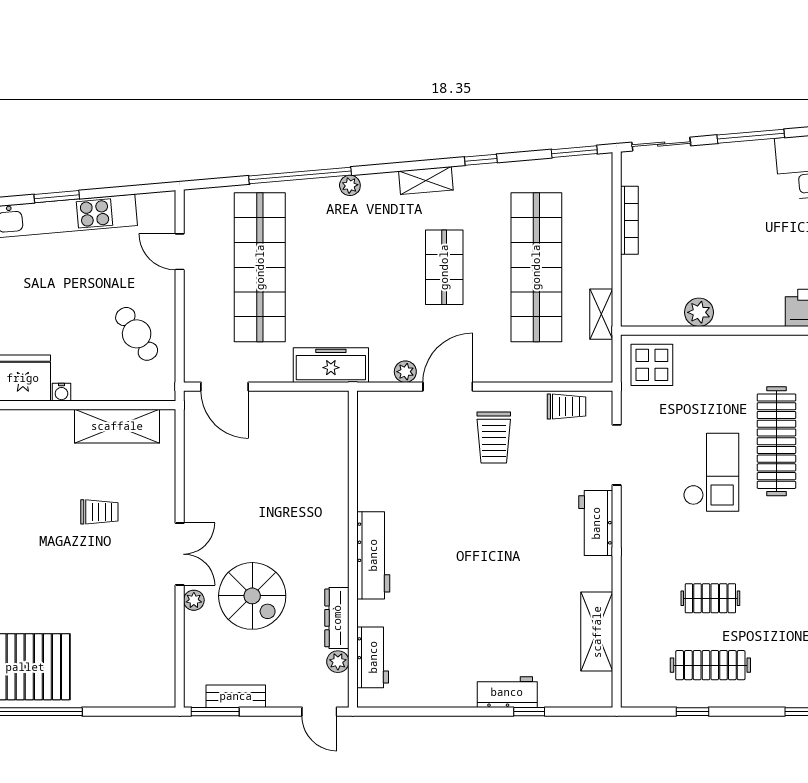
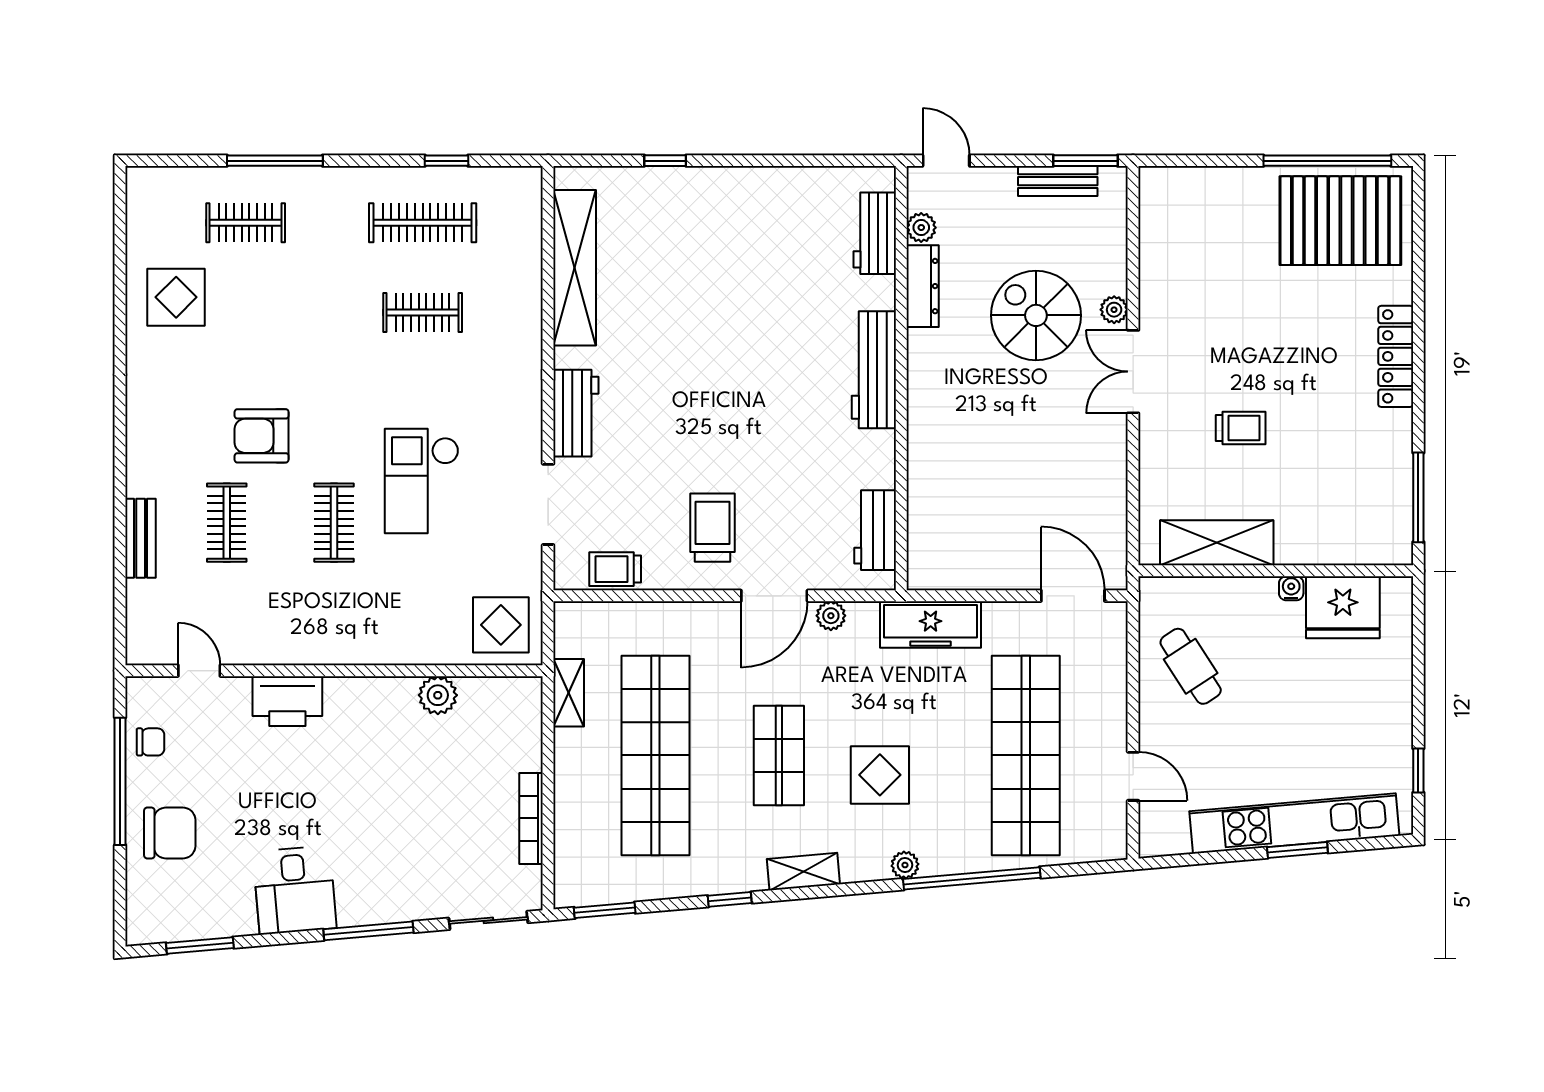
display table: (369, 253) -> (880, 775), added
clothes rail: (776, 441) -> (334, 523), width x0.54, depth x0.76
trolley: (99, 512) -> (1241, 428), turned 180
shelving: (597, 632) -> (575, 268), width x1.47
workbench: (507, 692) -> (875, 530), moved, turned 90

